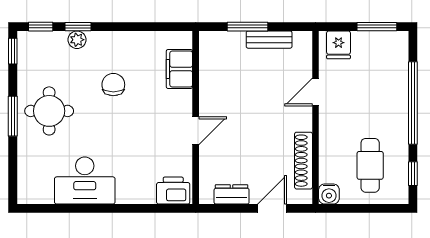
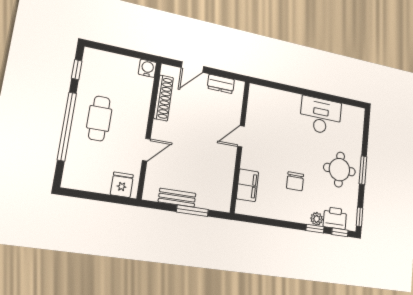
window: (377, 27) -> (87, 195), removed
cafe table: (370, 165) -> (99, 118), moved
printer: (173, 191) -> (335, 218), moved, turned 180

